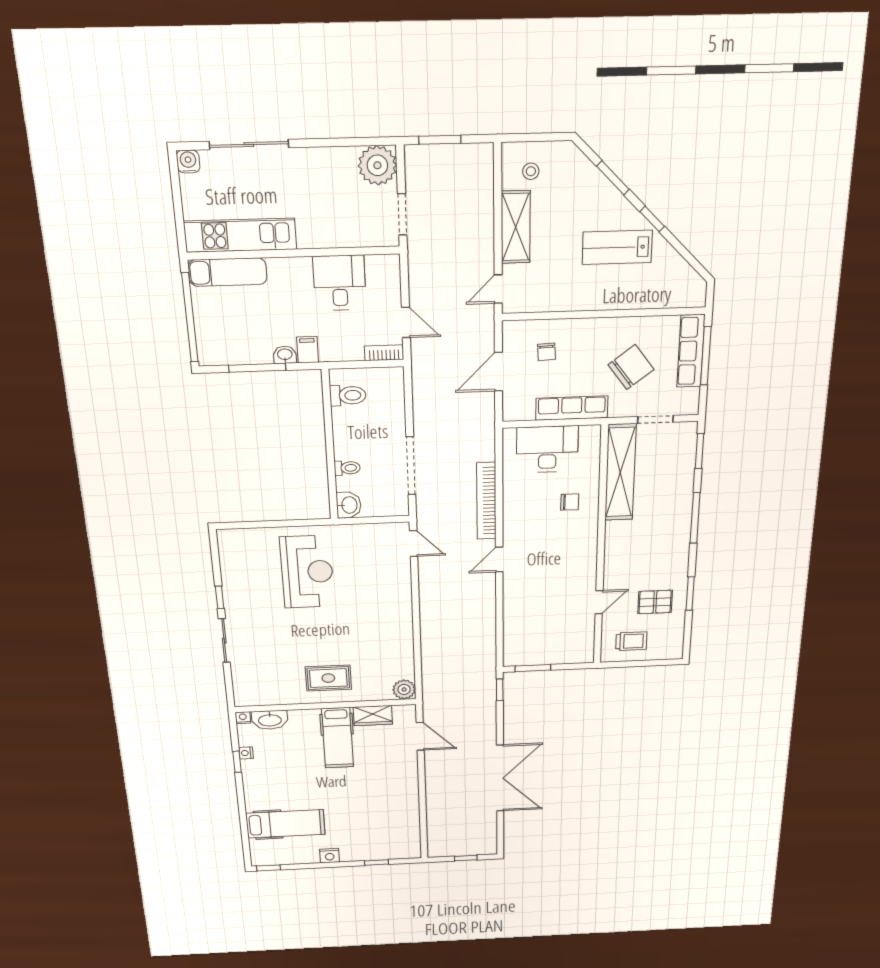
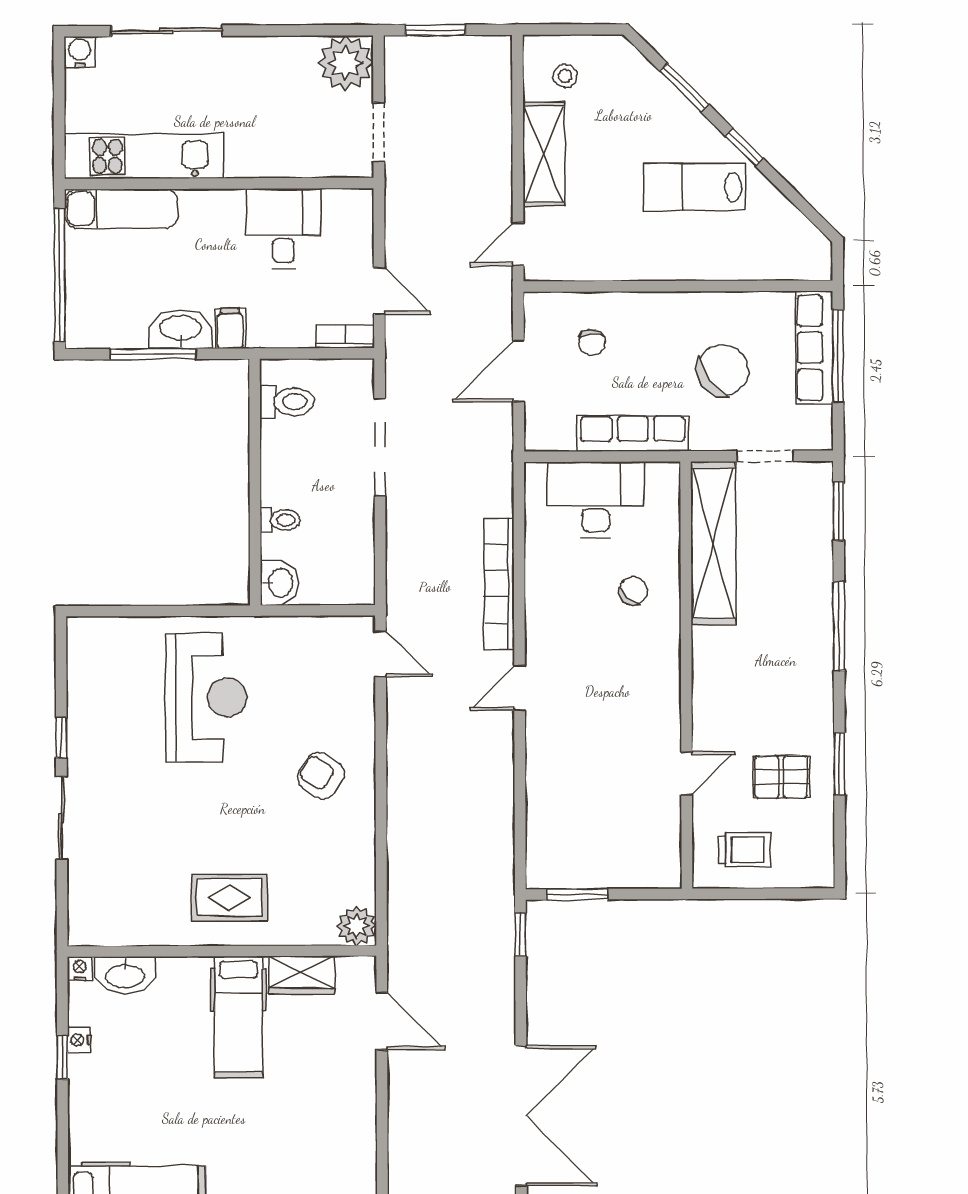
washbasin: (285, 355) -> (180, 329), width x1.91, depth x1.45
doorway: (411, 466) -> (380, 447), moved
chair: (570, 502) -> (633, 591), turned -49
armchair: (379, 612) -> (321, 775), added

